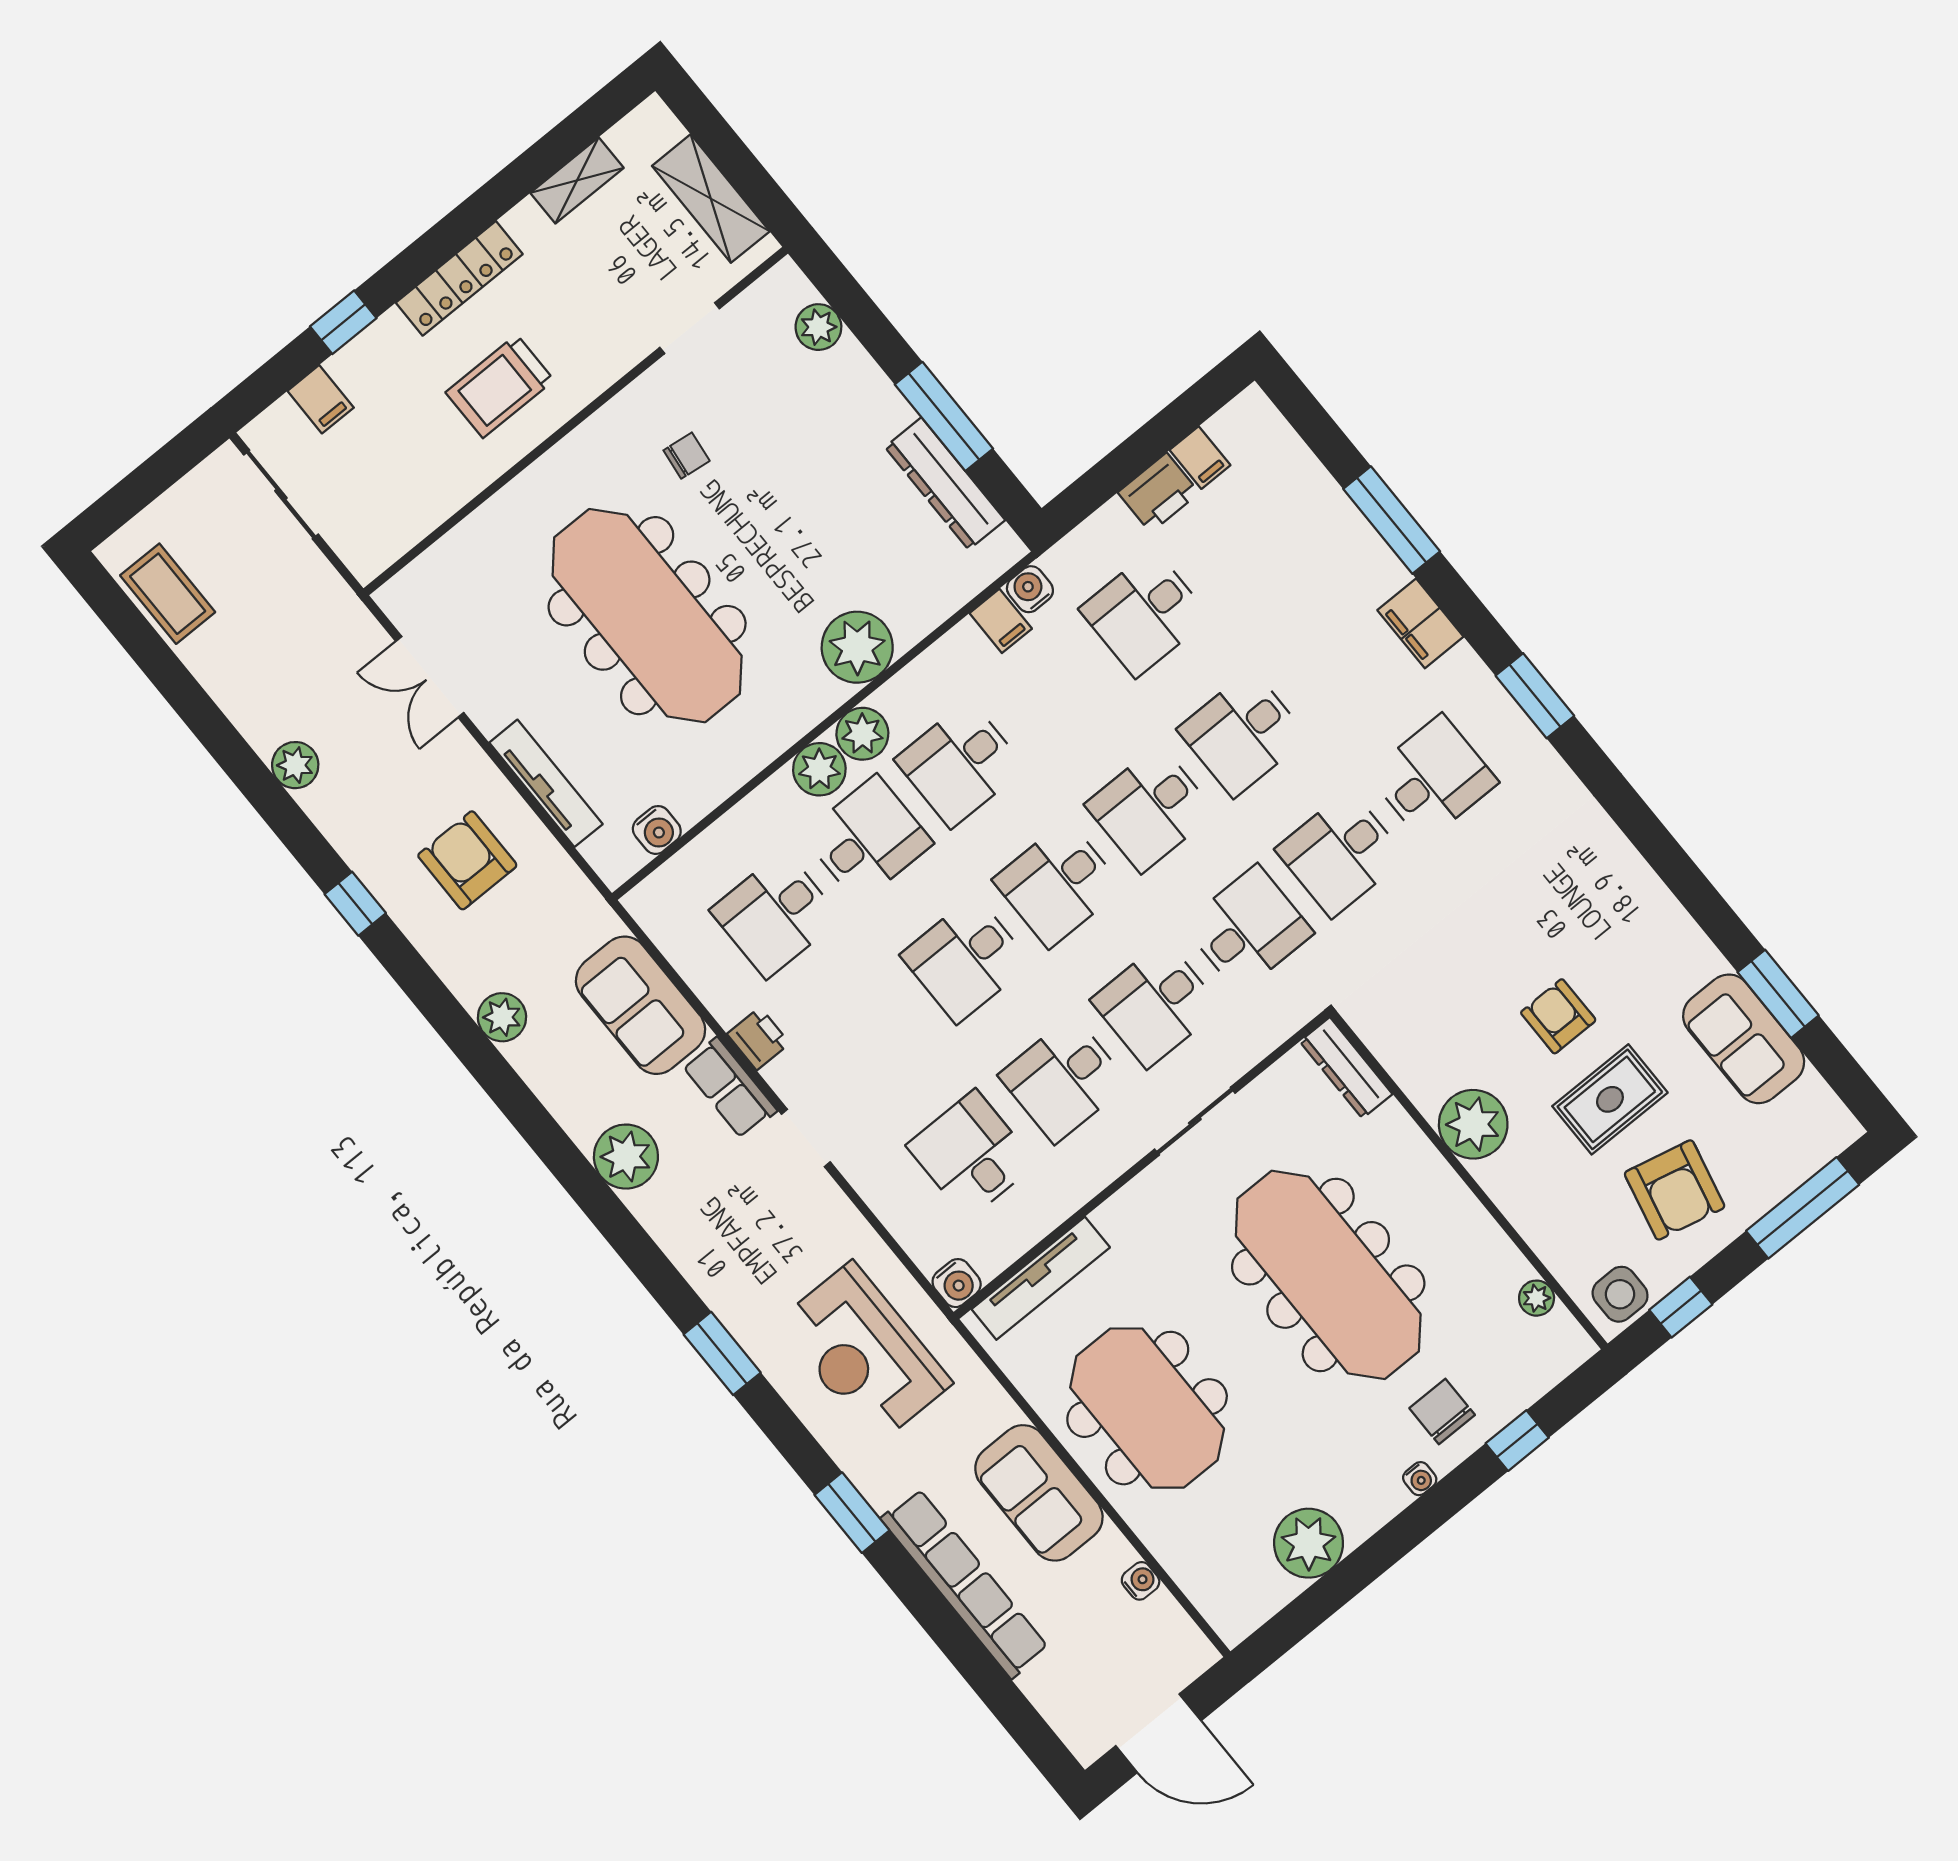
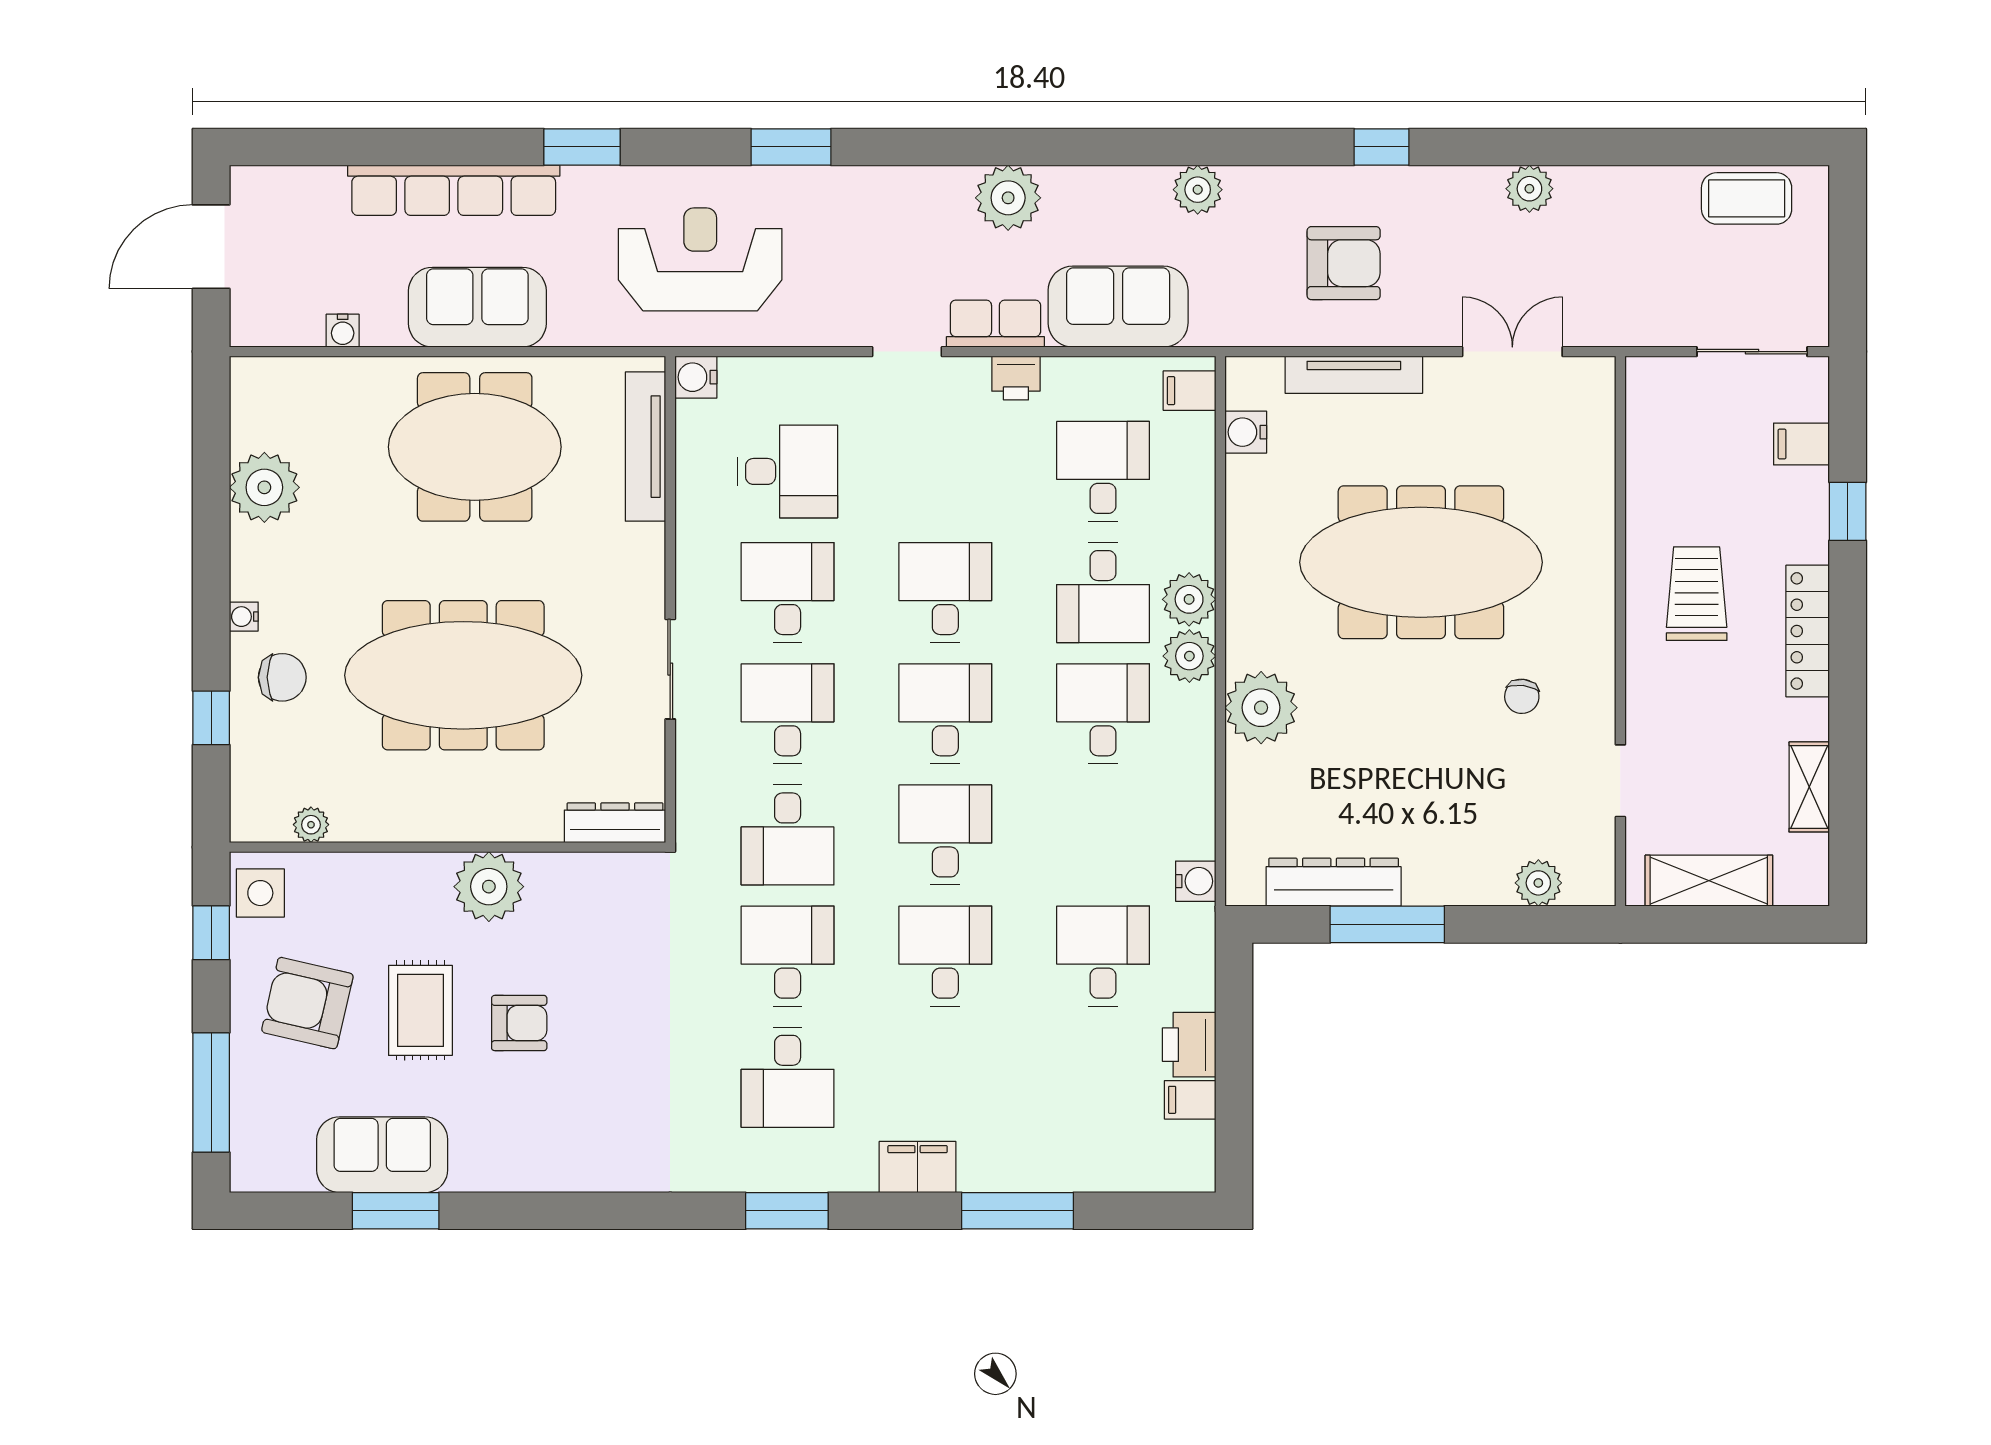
filing cabinet: (1001, 621) -> (1189, 391), moved

